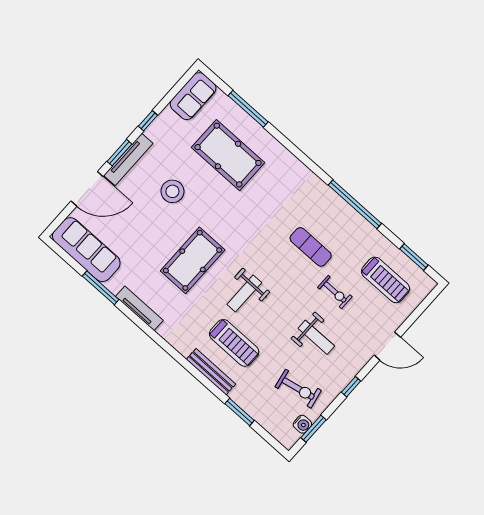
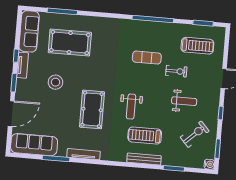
sofa: (193, 96) -> (29, 31), width x1.36
tv unit: (128, 160) -> (22, 65), moved, width x0.71
treadmill: (234, 343) -> (145, 135), turned 180
exercise bike: (298, 389) -> (195, 134), turned -32
water cooler: (302, 424) -> (209, 164), moved

